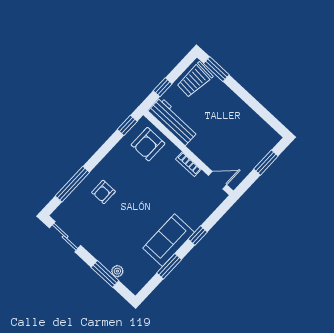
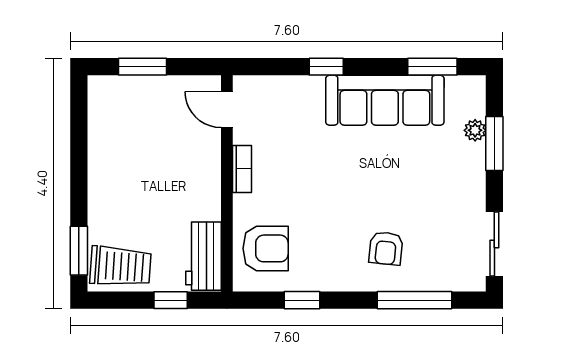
workbench: (173, 121) -> (204, 256), width x0.73
window: (127, 125) -> (302, 300), moved
armchair: (103, 192) -> (386, 248), turned 96
sofa: (169, 240) -> (385, 100), width x1.36
window: (169, 266) -> (432, 67), moved

